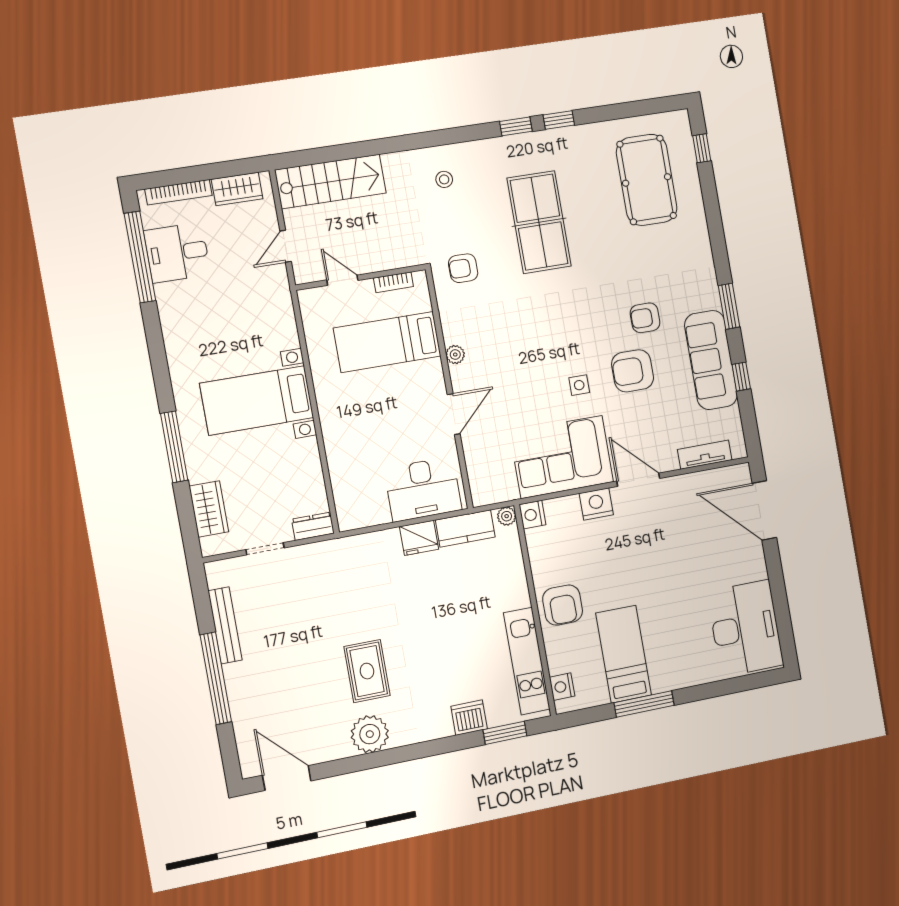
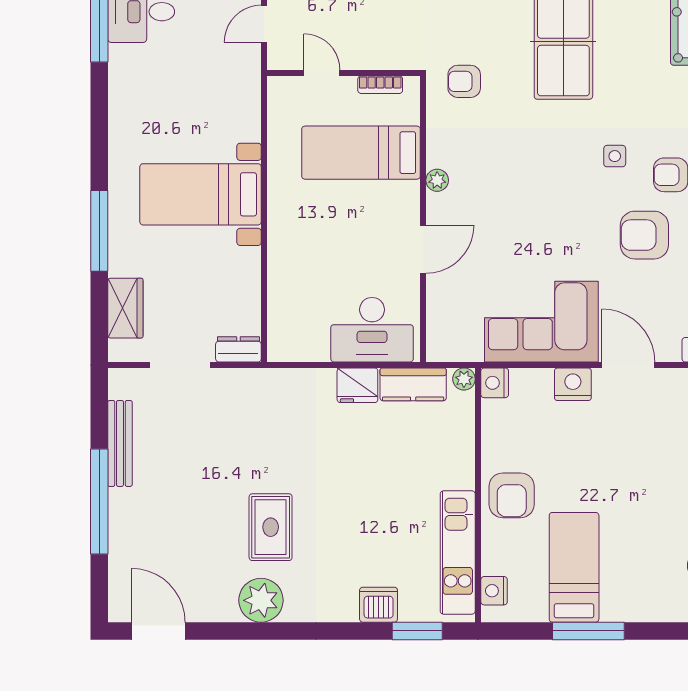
side table: (579, 385) -> (615, 156), moved
doorway: (265, 549) -> (180, 365), width x1.38

